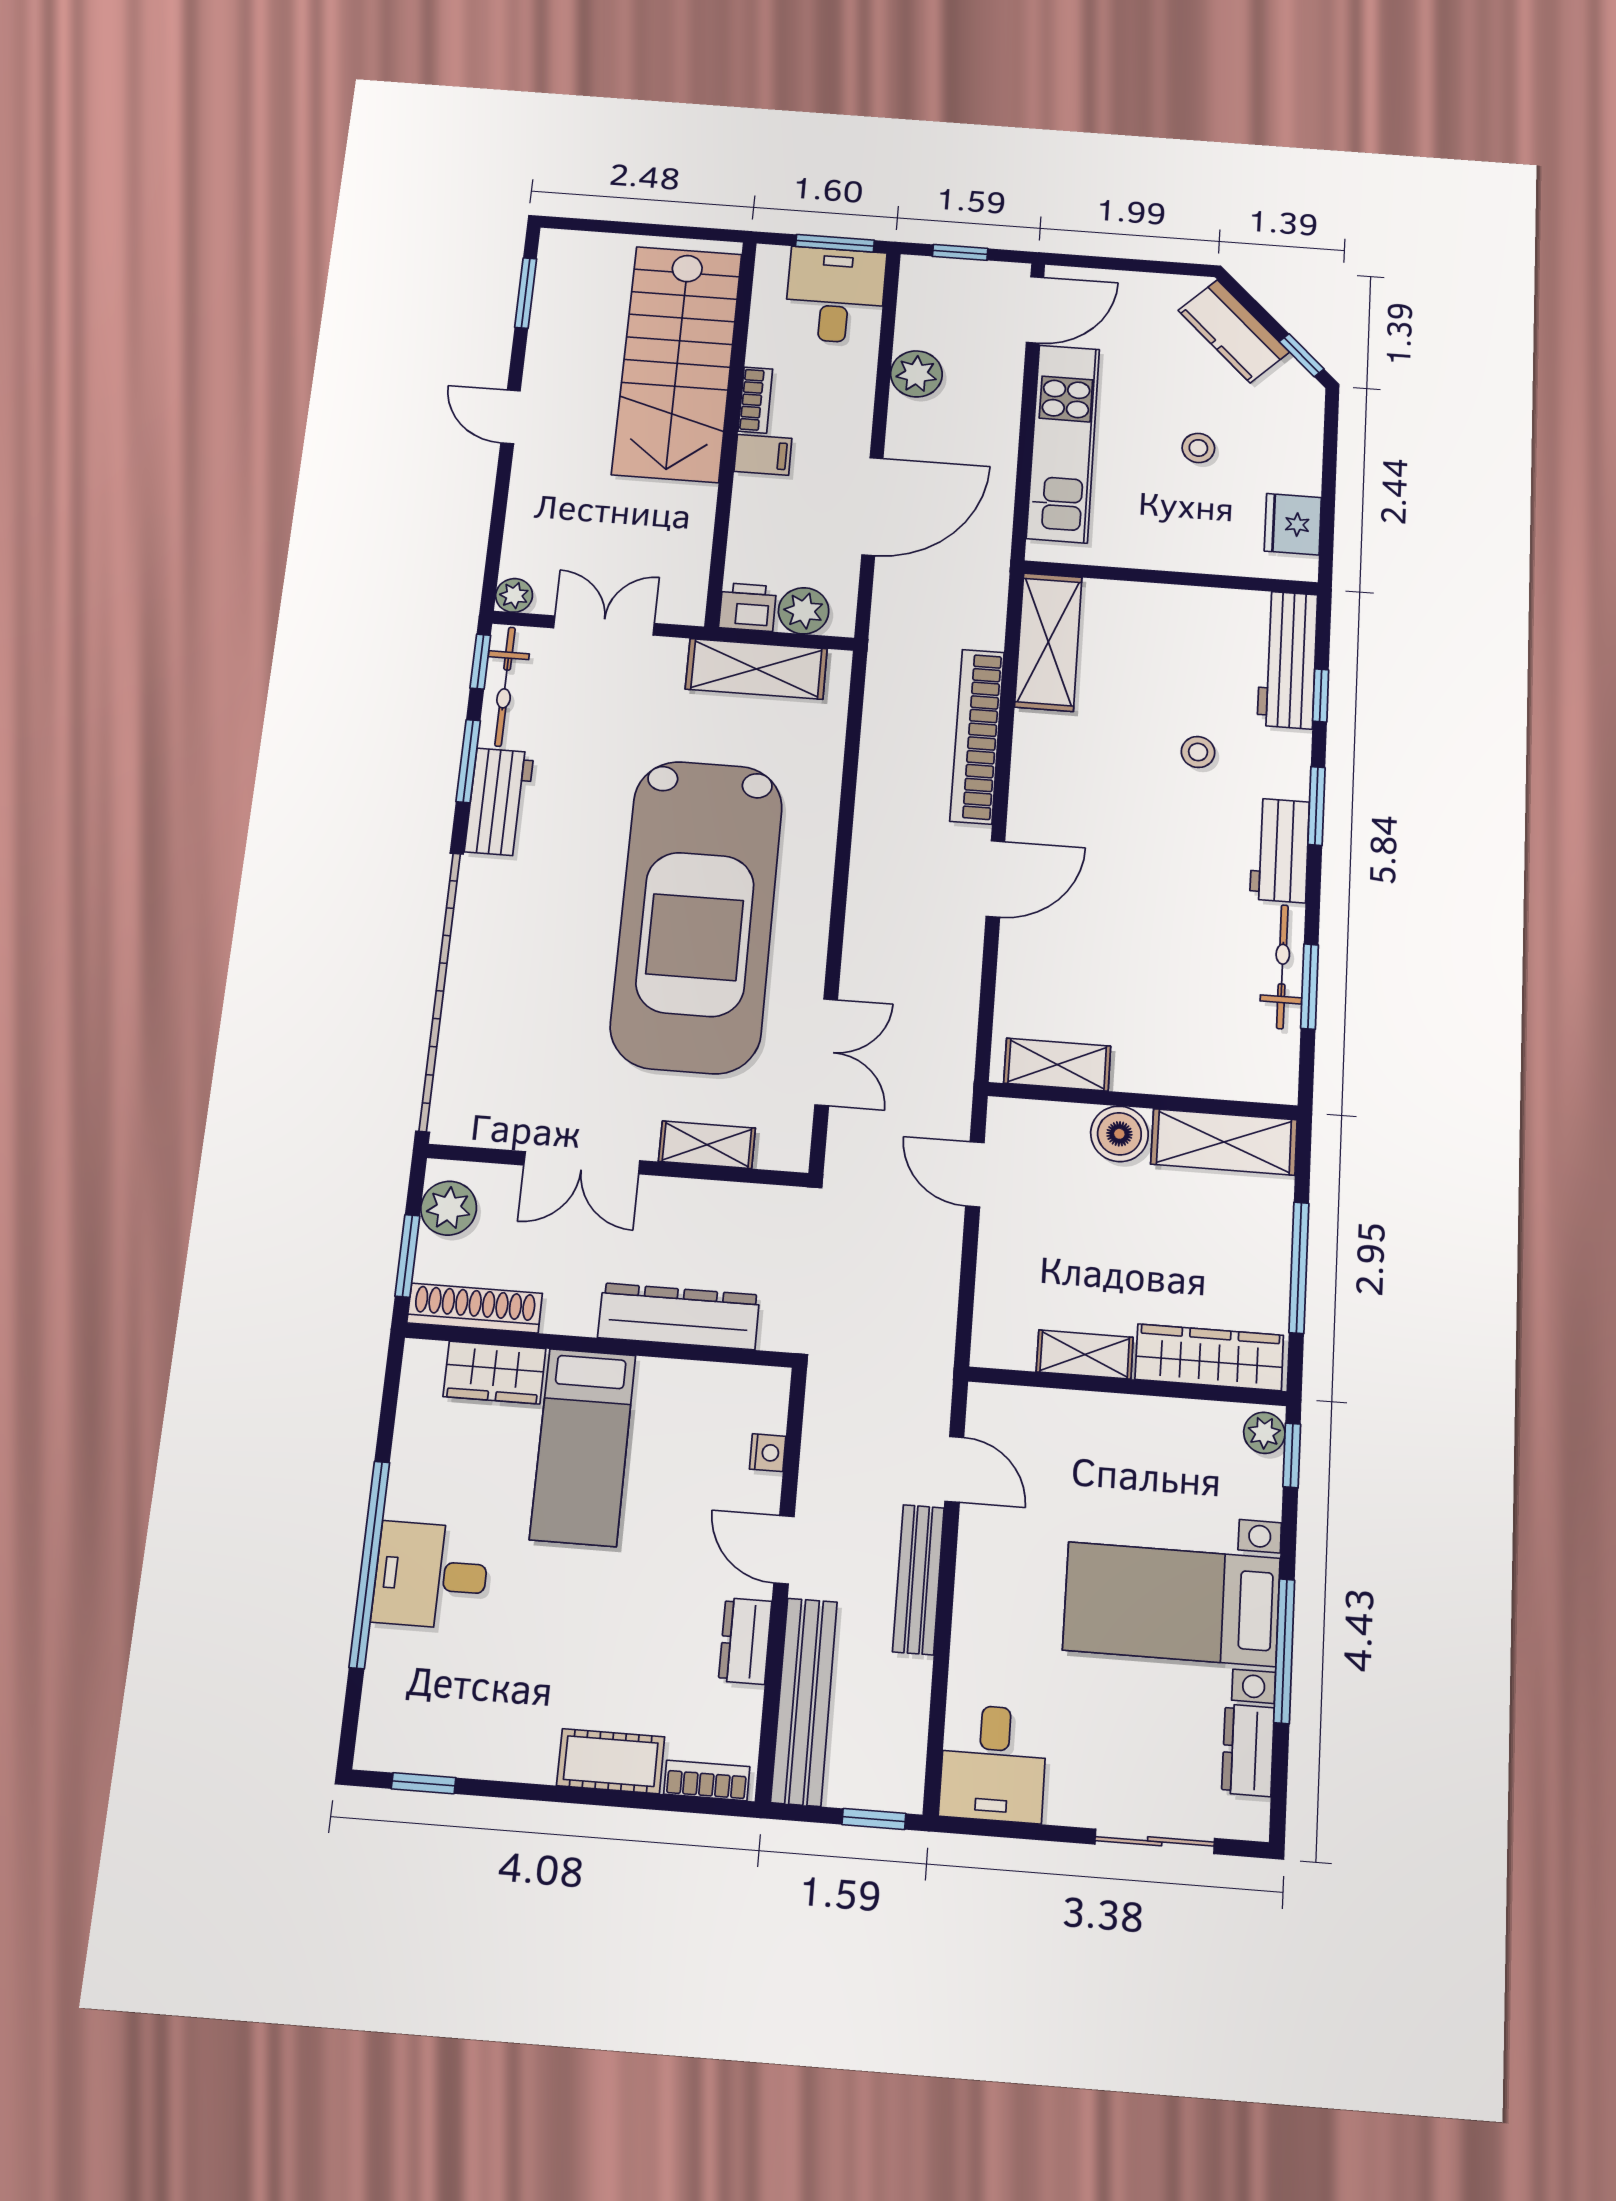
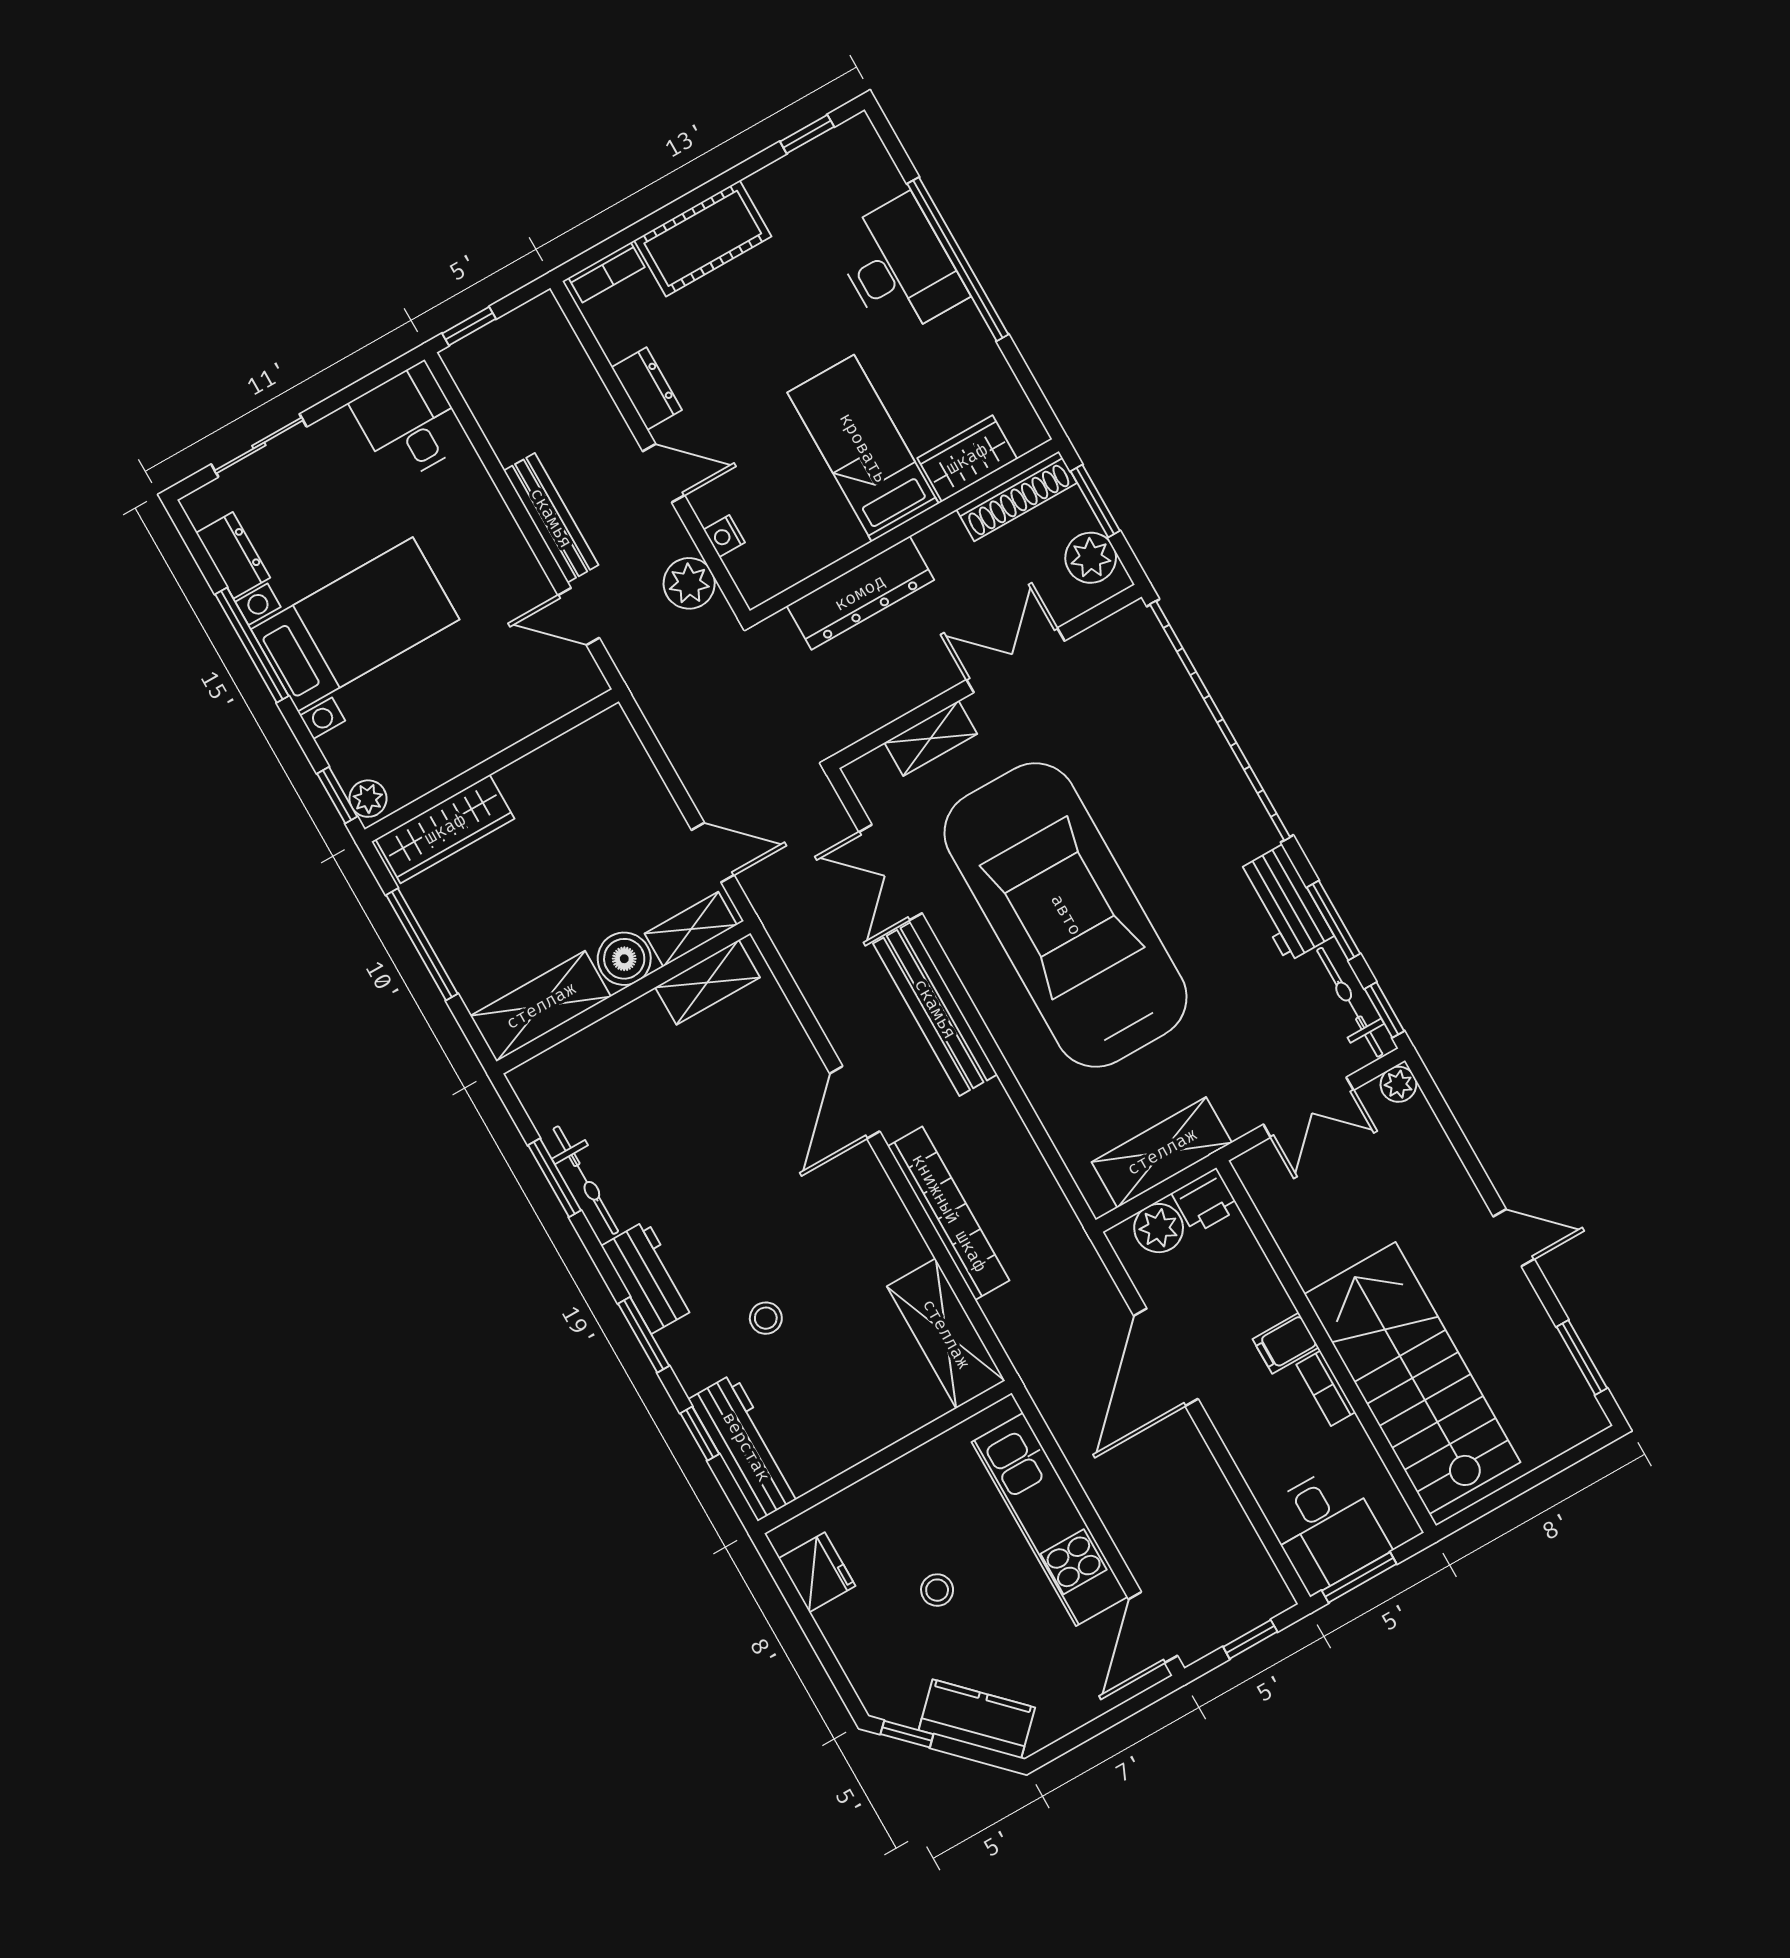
plant: (916, 374) -> (689, 583), moved
shelving: (1085, 1355) -> (691, 929), moved
desk: (431, 1575) -> (899, 267), width x1.37
bench: (804, 1702) -> (935, 1009), moved
cot: (611, 1761) -> (703, 238), width x1.37, depth x1.34

